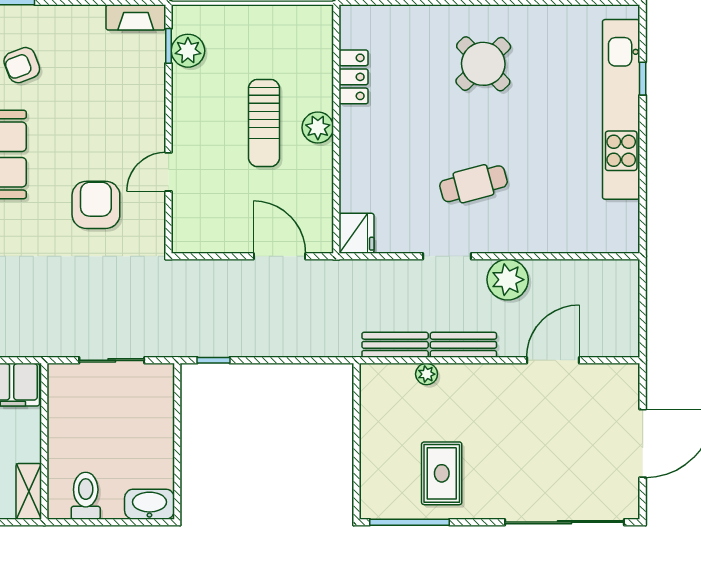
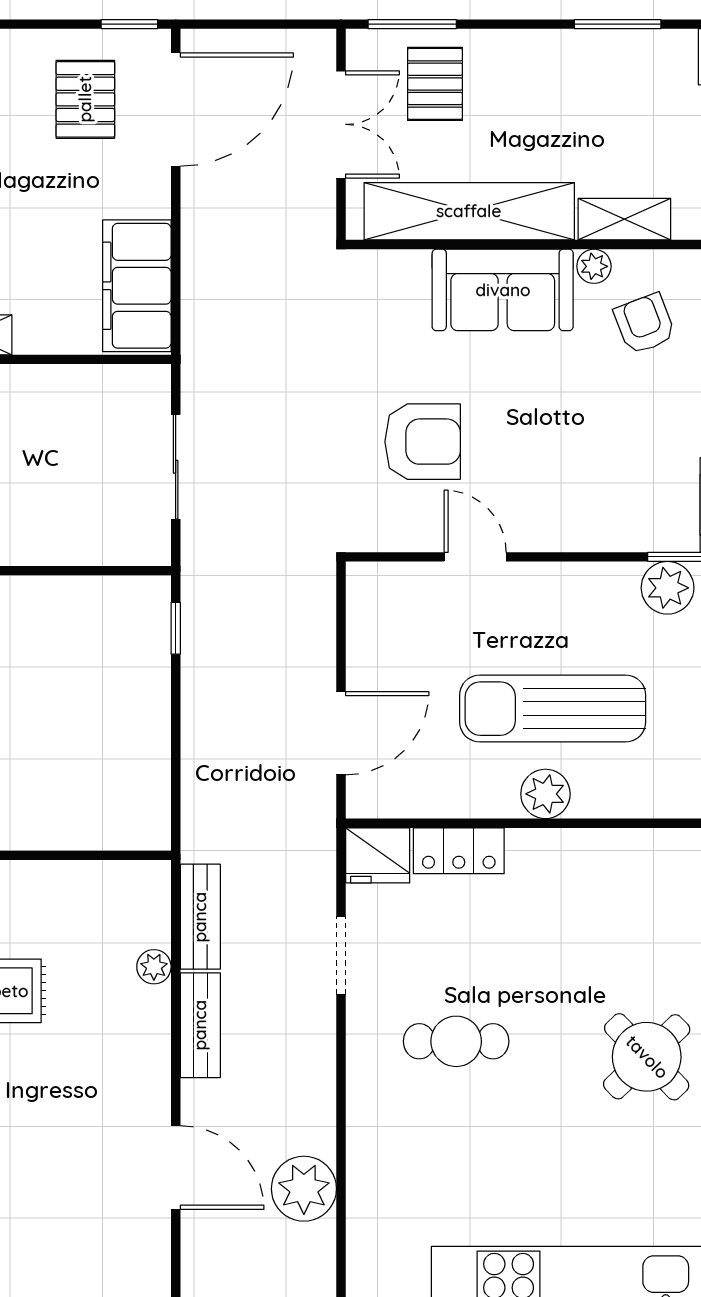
locker: (354, 77) -> (459, 851), moved
sun lounger: (264, 123) -> (553, 709), width x1.36, depth x1.34
cafe table: (473, 184) -> (456, 1041), turned -75
doorway: (447, 256) -> (341, 956), moved
plant: (508, 280) -> (304, 1189), moved

